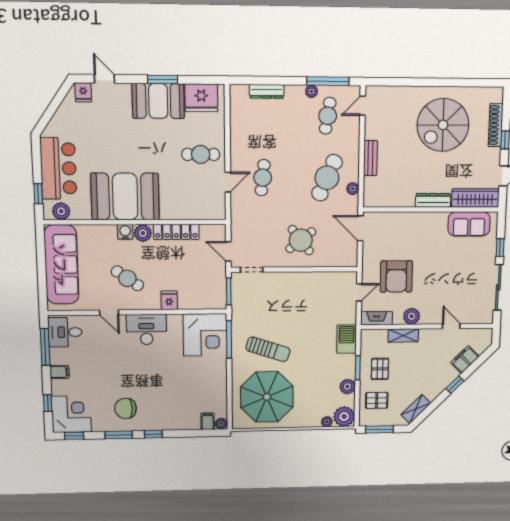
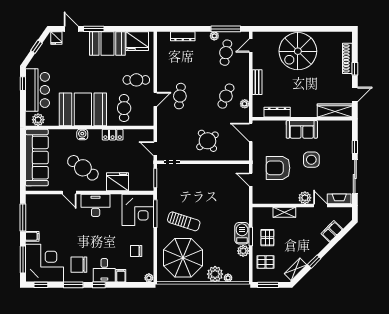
window: (163, 79) -> (94, 29), moved
window: (54, 105) -> (36, 47), added
spiral stairs: (443, 125) -> (298, 51), moved
cafe table: (327, 178) -> (226, 96), width x0.73, depth x0.74
window: (38, 194) -> (23, 84), moved
cafe table: (184, 195) -> (124, 108), added
dresser: (433, 200) -> (277, 112), moved
sofa: (469, 224) -> (302, 129), moved
locker: (176, 232) -> (113, 135), width x0.66
plant: (143, 233) -> (95, 135), removed
side table: (441, 265) -> (311, 160), added
armchair: (396, 277) -> (278, 168), turned 90
cafe table: (127, 278) -> (83, 168), width x1.37, depth x1.35
door: (359, 292) -> (251, 180), swing flipped
fridge: (169, 300) -> (117, 182), width x1.88, depth x1.34
plant: (412, 316) -> (305, 198), moved
fireplace: (377, 318) -> (339, 199), moved
desk: (65, 332) -> (104, 270), moved, turned -90
barbecue: (347, 339) -> (242, 233), moved
window: (455, 385) -> (314, 262), moved
chair: (203, 389) -> (136, 251), added
window: (48, 403) -> (23, 260), width x2.17
corner desk: (71, 414) -> (45, 263), width x1.36, depth x1.36
plant: (344, 417) -> (215, 274), moved
filing cabinet: (208, 421) -> (121, 276), moved

